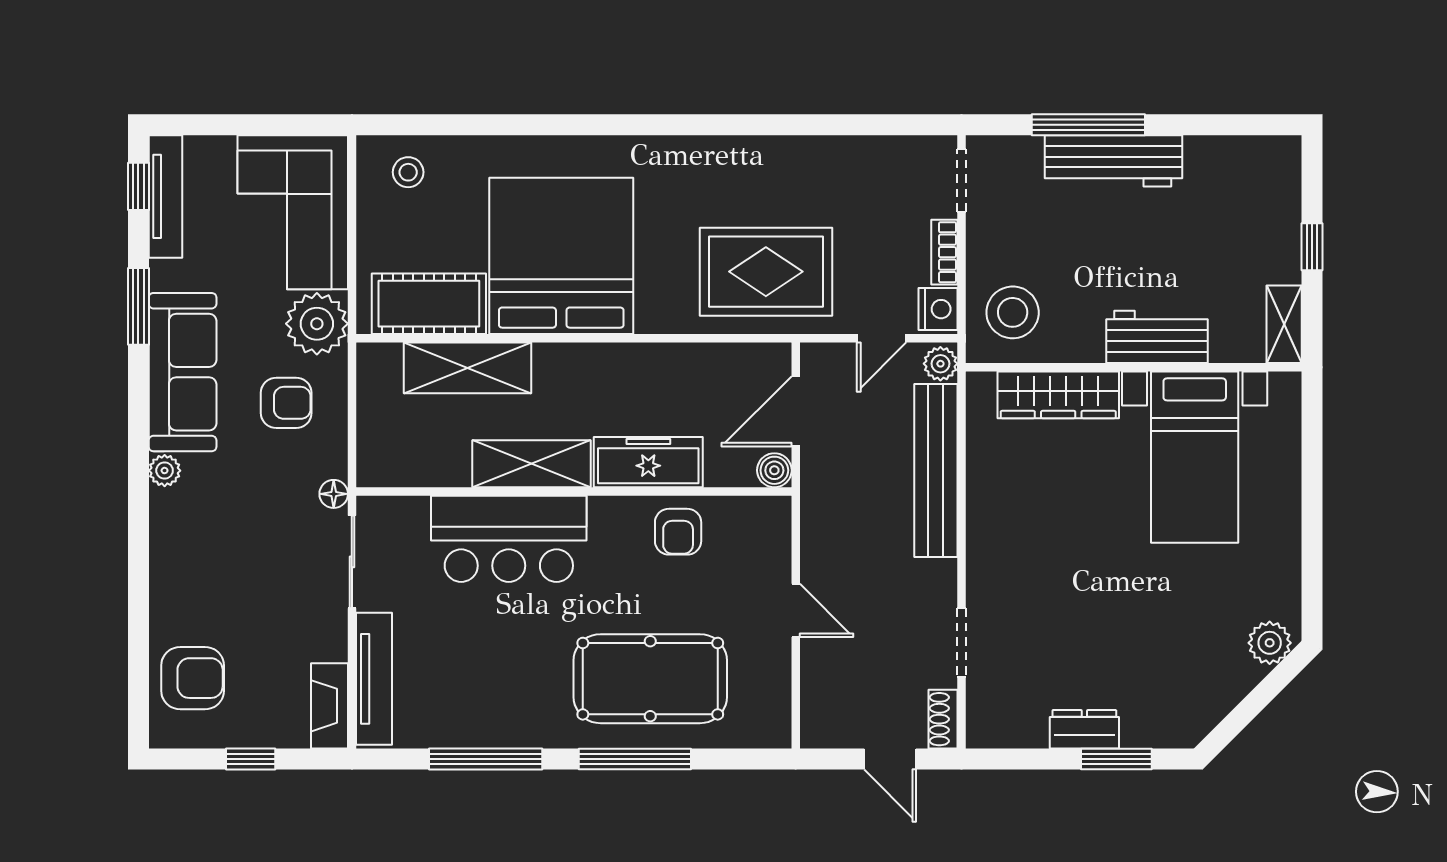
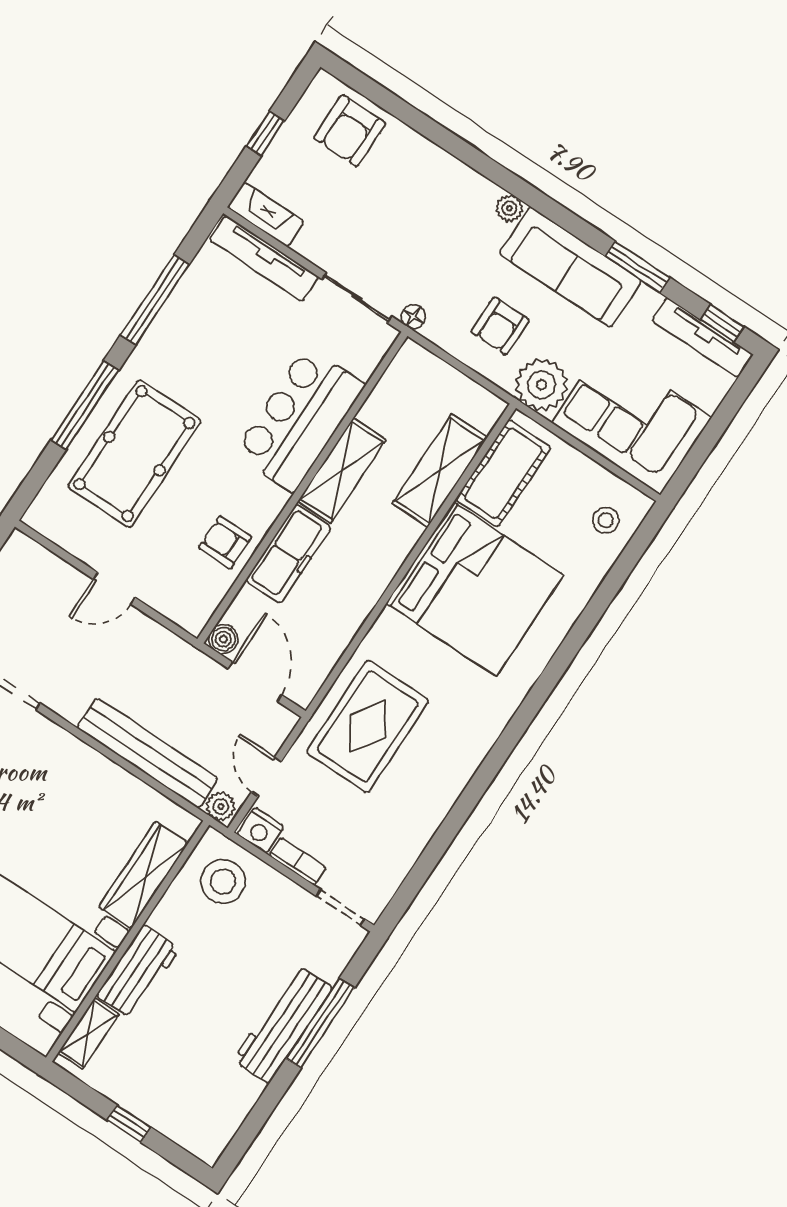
shelving: (1284, 324) -> (88, 1034), moved, turned 90

